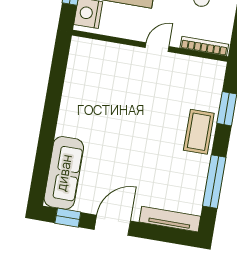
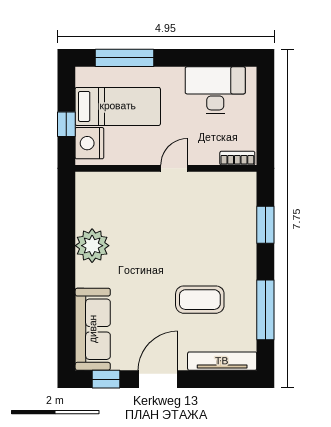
bookcase: (204, 46) -> (237, 158), width x0.64
plant: (76, 101) -> (92, 246), added
coffee table: (199, 132) -> (200, 300), moved, turned 90

